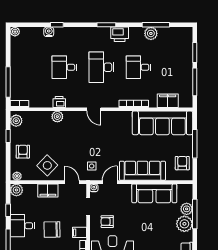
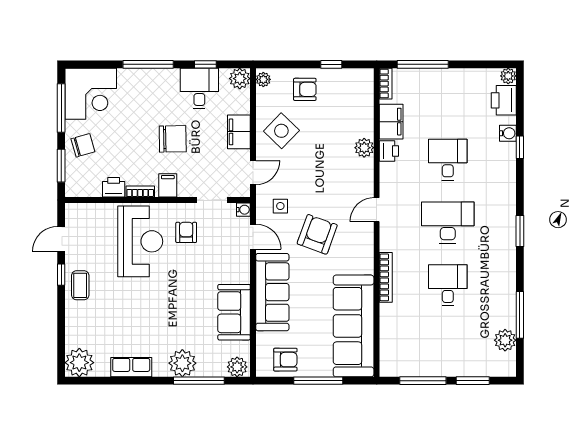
plant: (151, 33) -> (505, 340), moved
printer: (120, 34) -> (504, 100), moved
filing cabinet: (168, 101) -> (391, 122), moved
plant: (16, 121) -> (357, 78), removed
armchair: (108, 144) -> (317, 234), added
sofa: (154, 193) -> (234, 312), width x0.73
plant: (187, 209) -> (237, 367), moved
desk: (22, 226) -> (199, 88), moved
chair: (52, 230) -> (173, 139), turned 90

